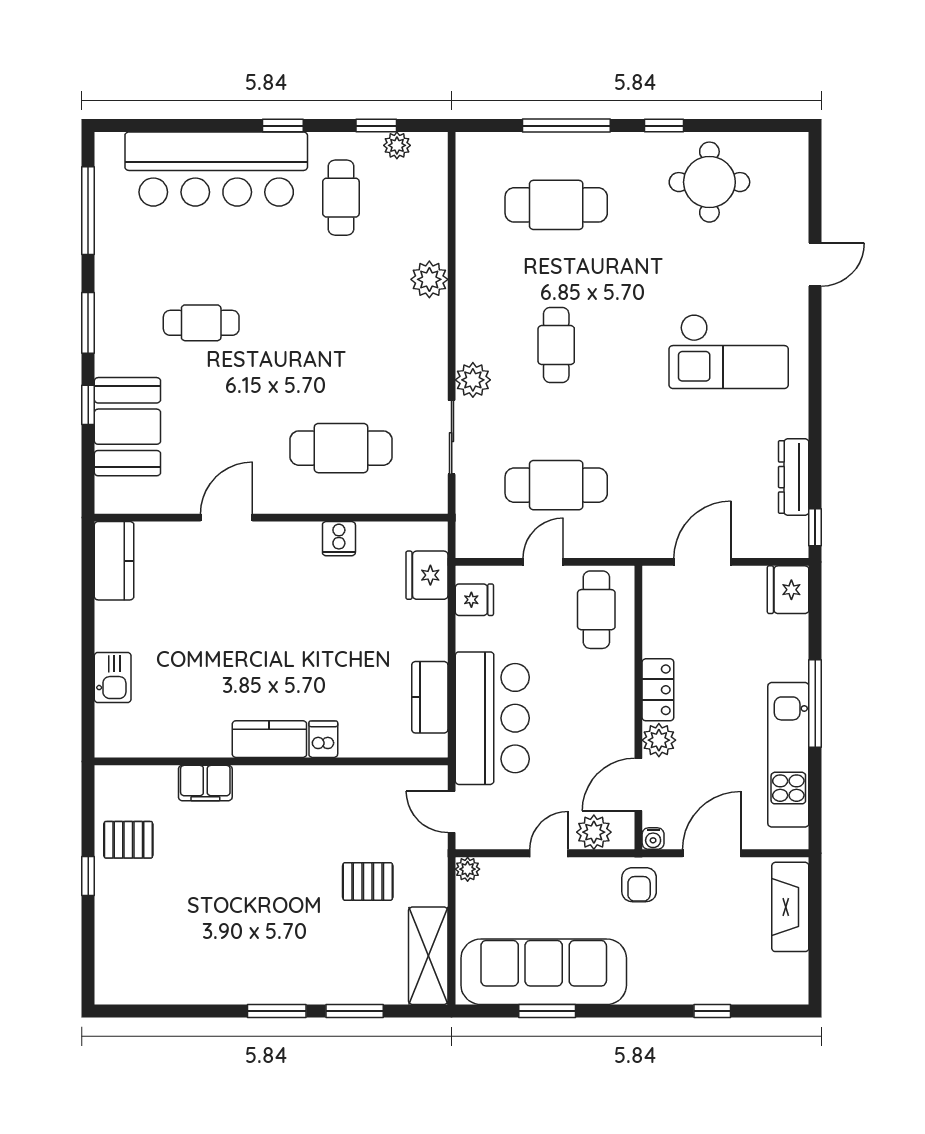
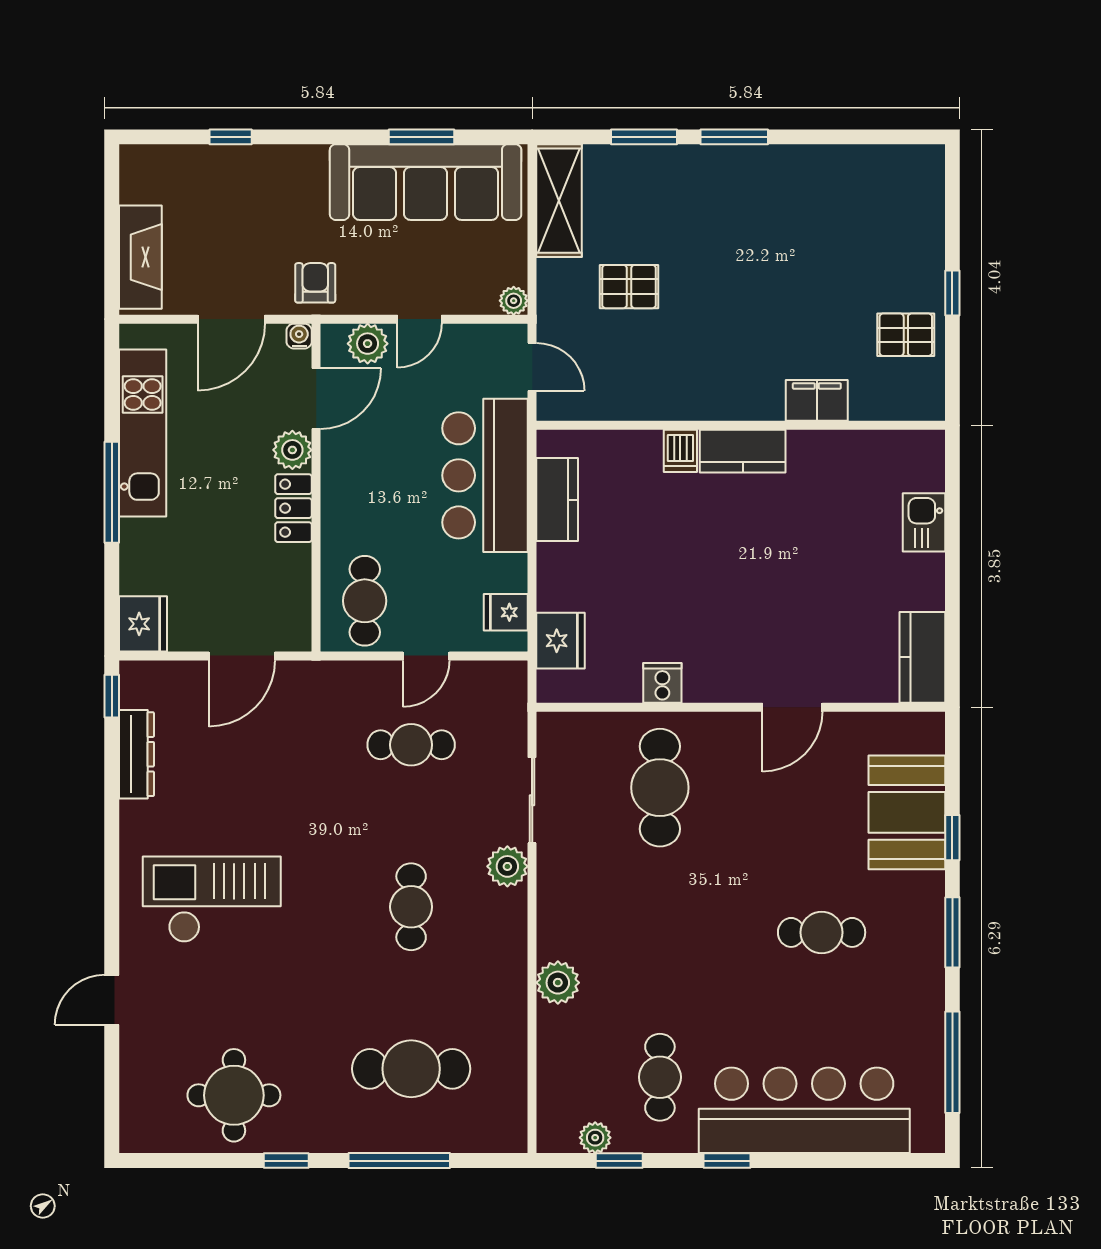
cafe table: (341, 448) -> (660, 788), turned 90
cafe table: (556, 485) -> (411, 745), width x0.73, depth x0.74

